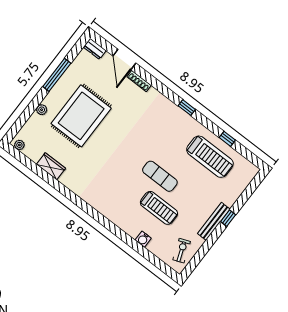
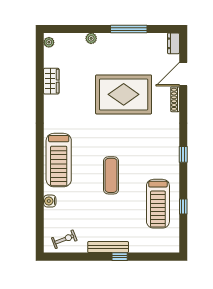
rug: (81, 116) -> (124, 94), moved
treadmill: (159, 208) -> (59, 160), moved, width x1.37, depth x1.37

